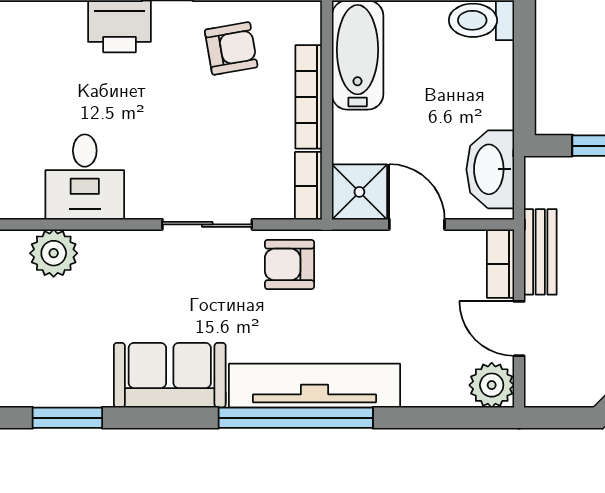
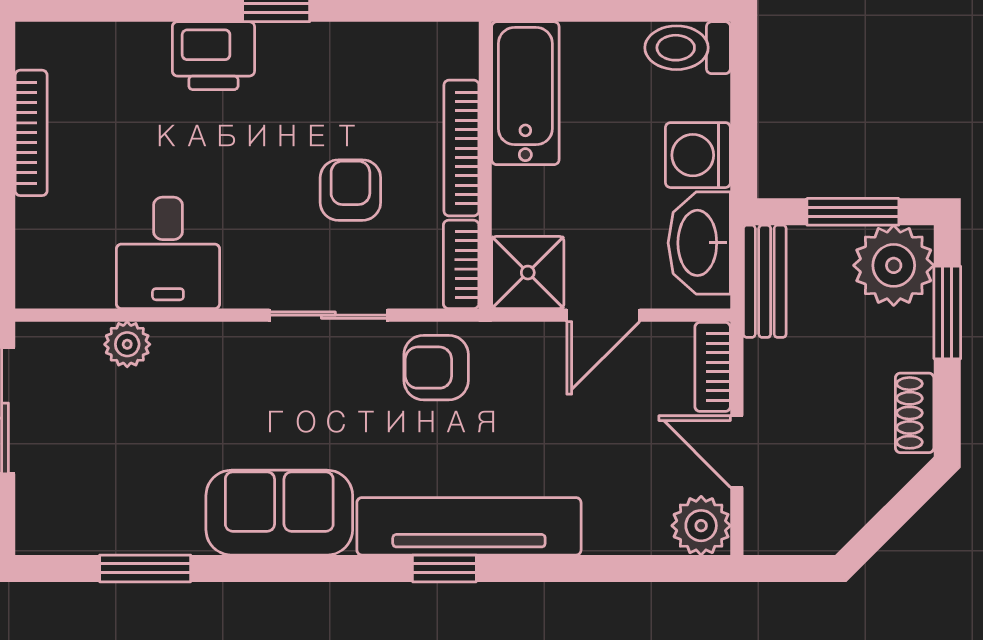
armchair: (231, 48) -> (350, 190), moved, turned -80
washing machine: (489, 102) -> (698, 155), added
door: (417, 224) -> (603, 315), swing flipped
bench: (540, 252) -> (765, 281), moved
plant: (54, 253) -> (127, 344), width x0.73, depth x0.73
window: (296, 418) -> (444, 568), width x0.32

